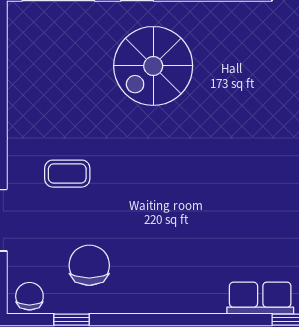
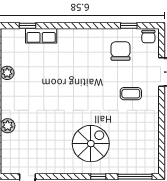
chair: (89, 265) -> (121, 51), turned 180

